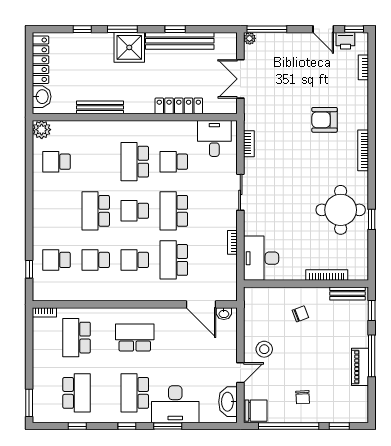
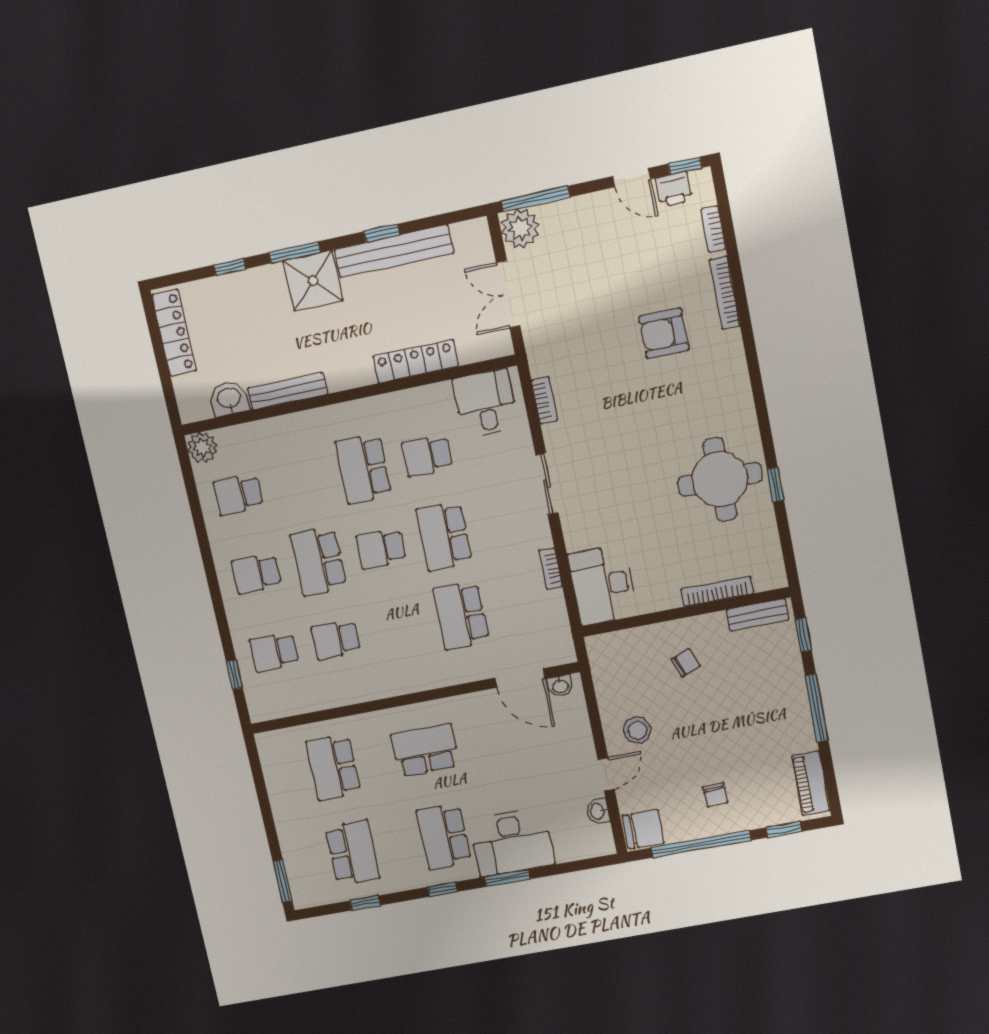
plant: (250, 38) -> (520, 228), width x1.88, depth x1.88
washbasin: (42, 97) -> (229, 399), moved, turned -90
bookcase: (363, 150) -> (725, 293), moved
school desk: (135, 260) -> (256, 574), moved
bookcase: (44, 312) -> (274, 738), removed
piano: (360, 367) -> (811, 783), moved
washbasin: (228, 402) -> (598, 811), width x0.52, depth x0.69

